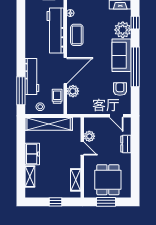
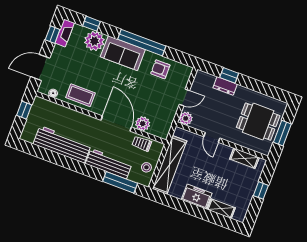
workbench: (55, 30) -> (62, 144), moved, turned 180
door: (116, 116) -> (184, 97), moved
plant: (89, 136) -> (186, 118), moved
window: (135, 144) -> (229, 75), added
door: (82, 149) -> (212, 137), swing flipped

